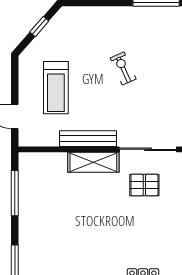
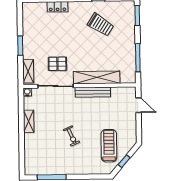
treadmill: (56, 88) -> (109, 146), moved
shelving: (93, 162) -> (97, 77), width x1.47
trolley: (74, 247) -> (101, 25), added

